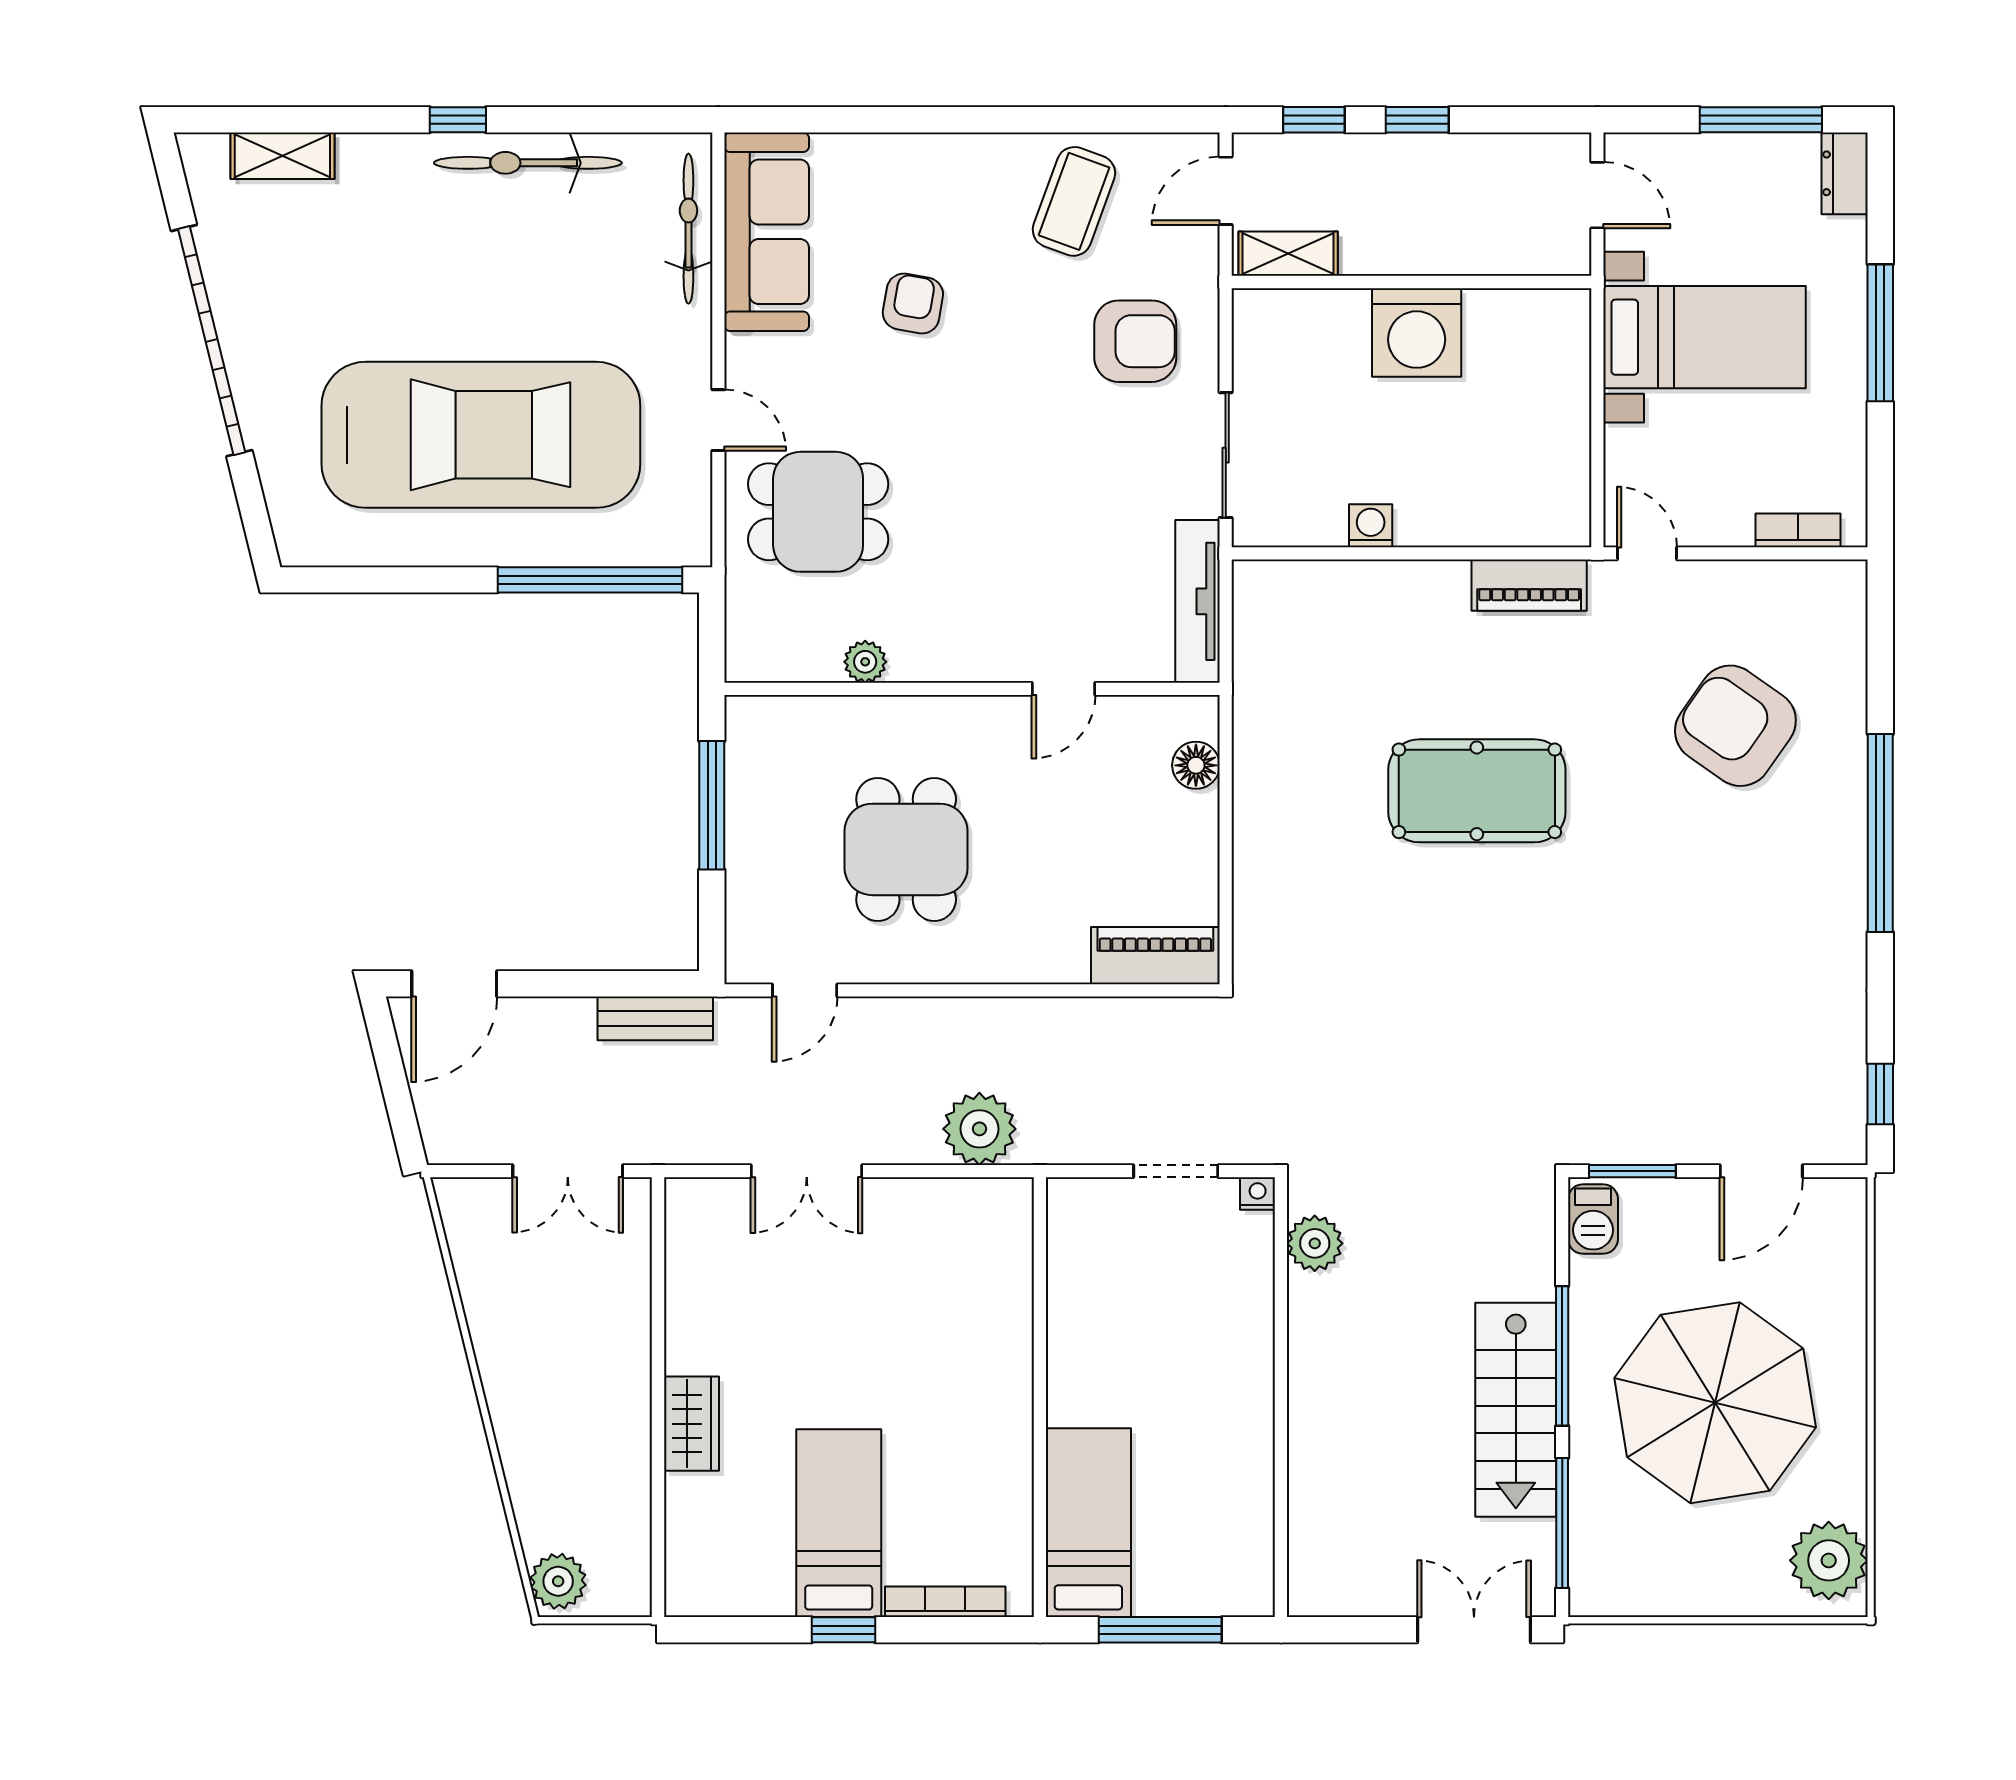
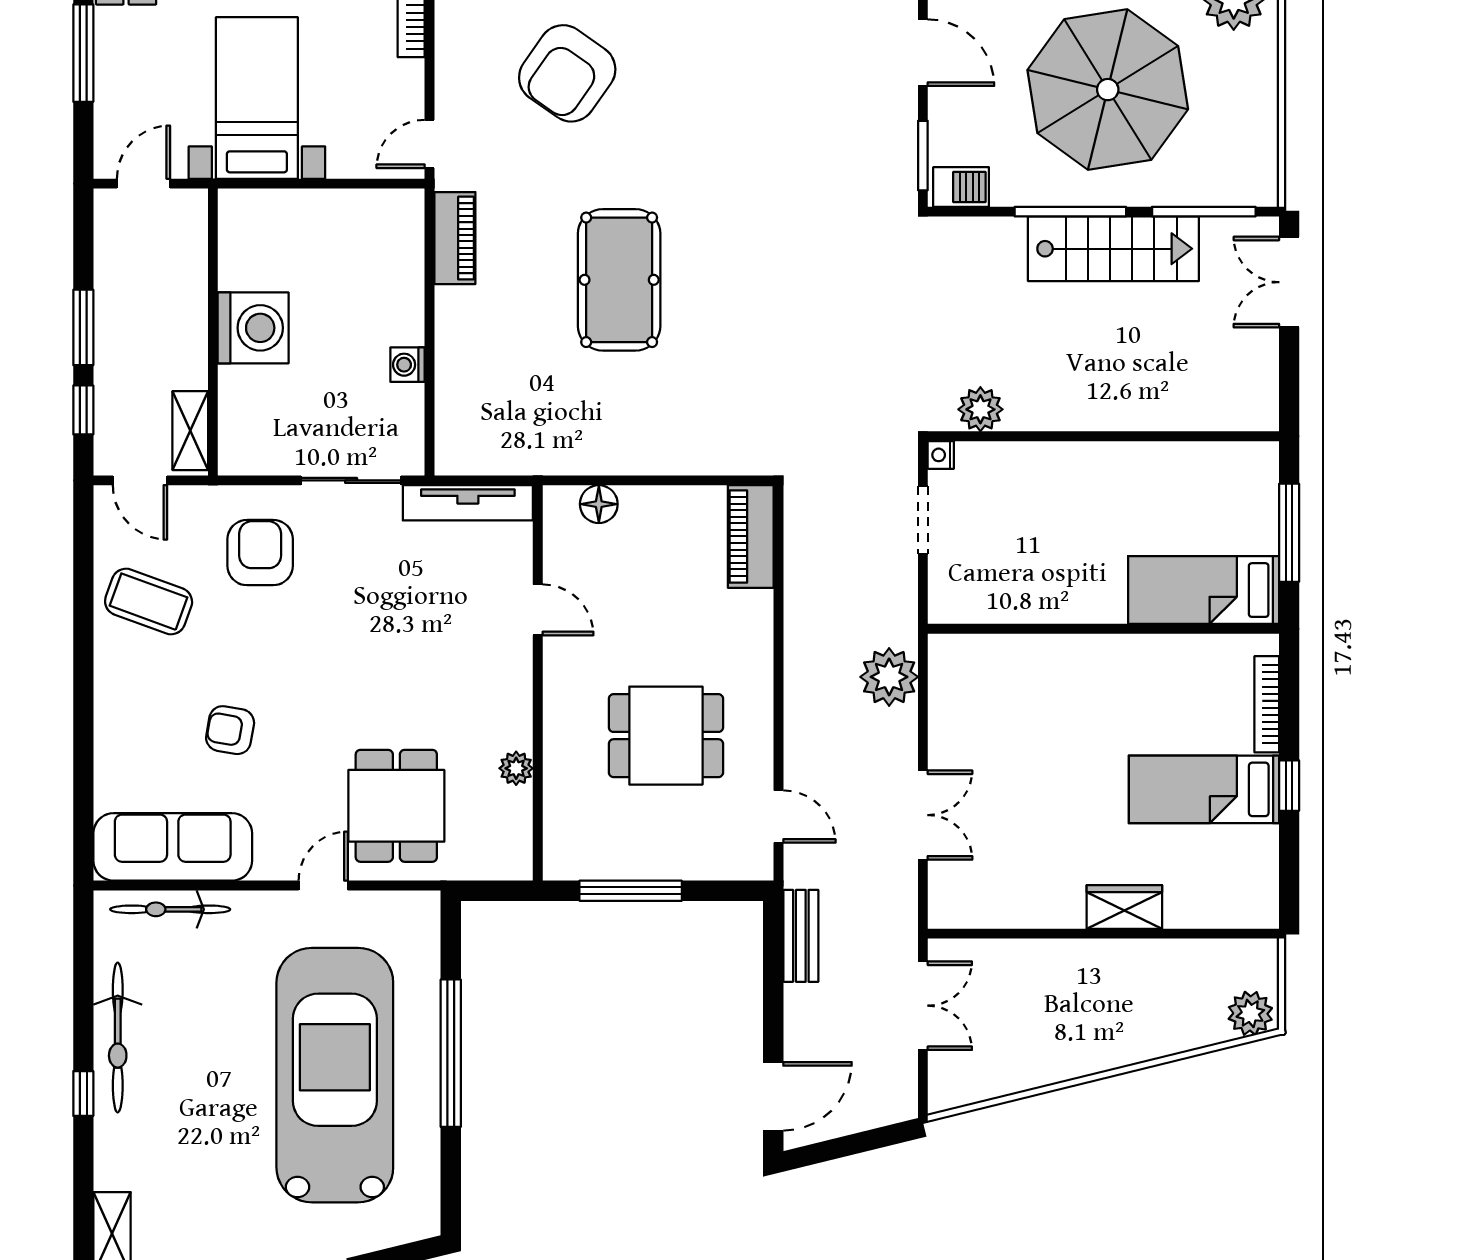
window: (1417, 120) -> (83, 327), width x1.50
window: (590, 580) -> (451, 1053), moved
door: (454, 984) -> (773, 1096), hinge flipped

